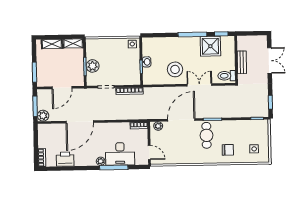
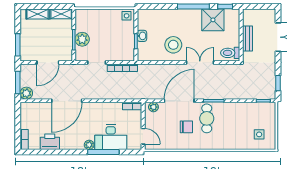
chair: (228, 150) -> (186, 127), moved

